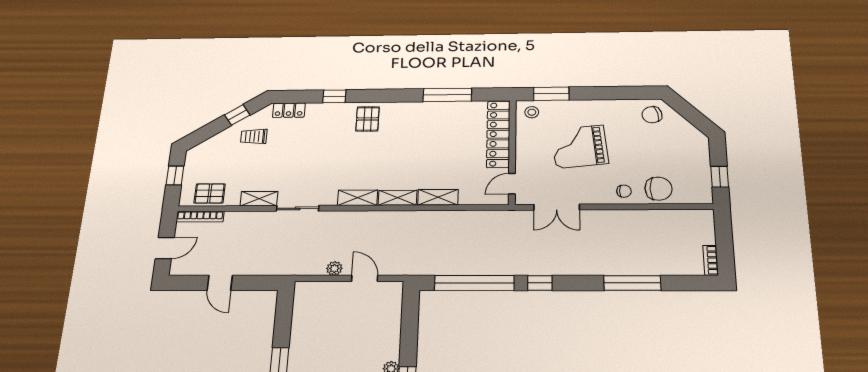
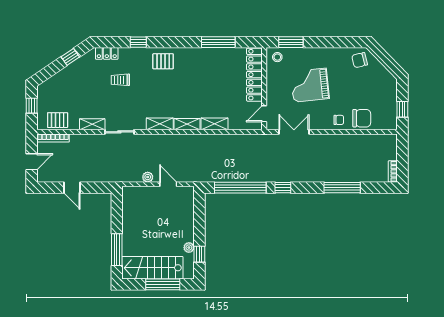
pallet: (368, 119) -> (163, 61), turned 90
trolley: (254, 136) -> (120, 80), moved
double door: (557, 207) -> (294, 132), swing flipped

